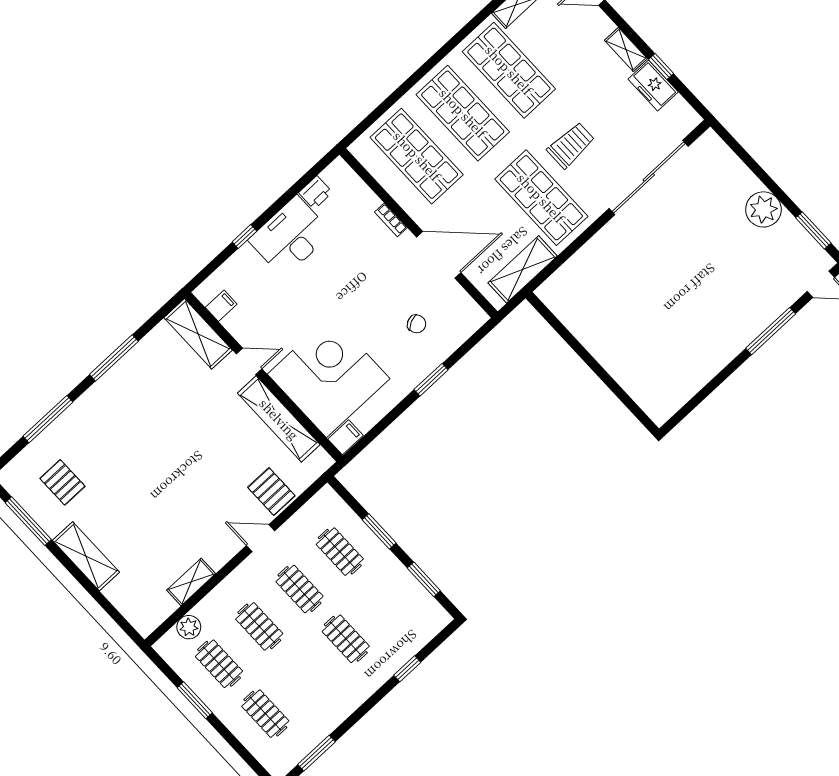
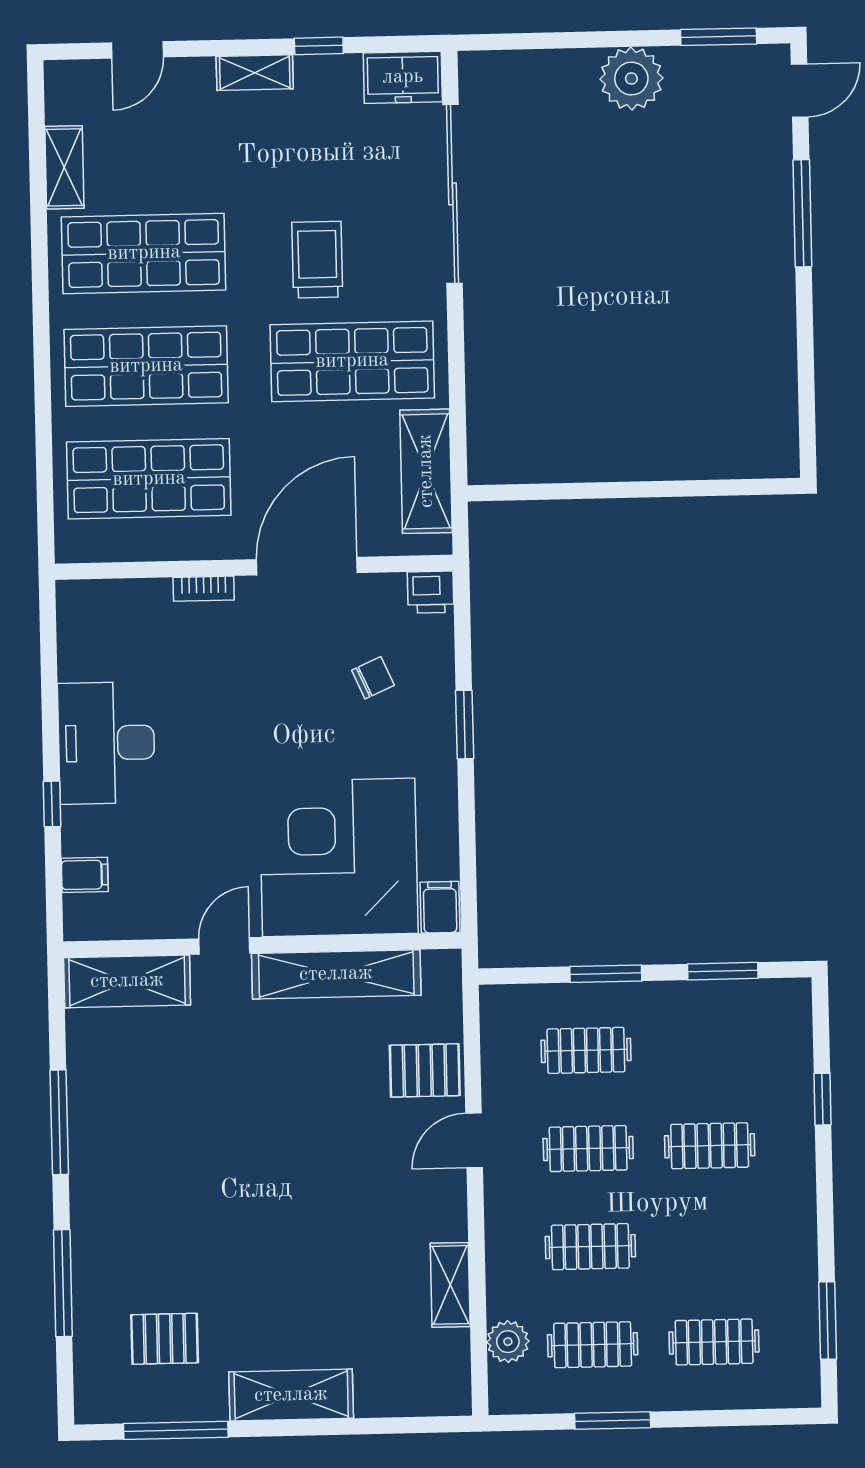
freezer: (653, 86) -> (403, 77), moved
printer: (315, 193) -> (431, 592), moved, turned 90
filing cabinet: (221, 306) -> (85, 875), moved, turned 90

